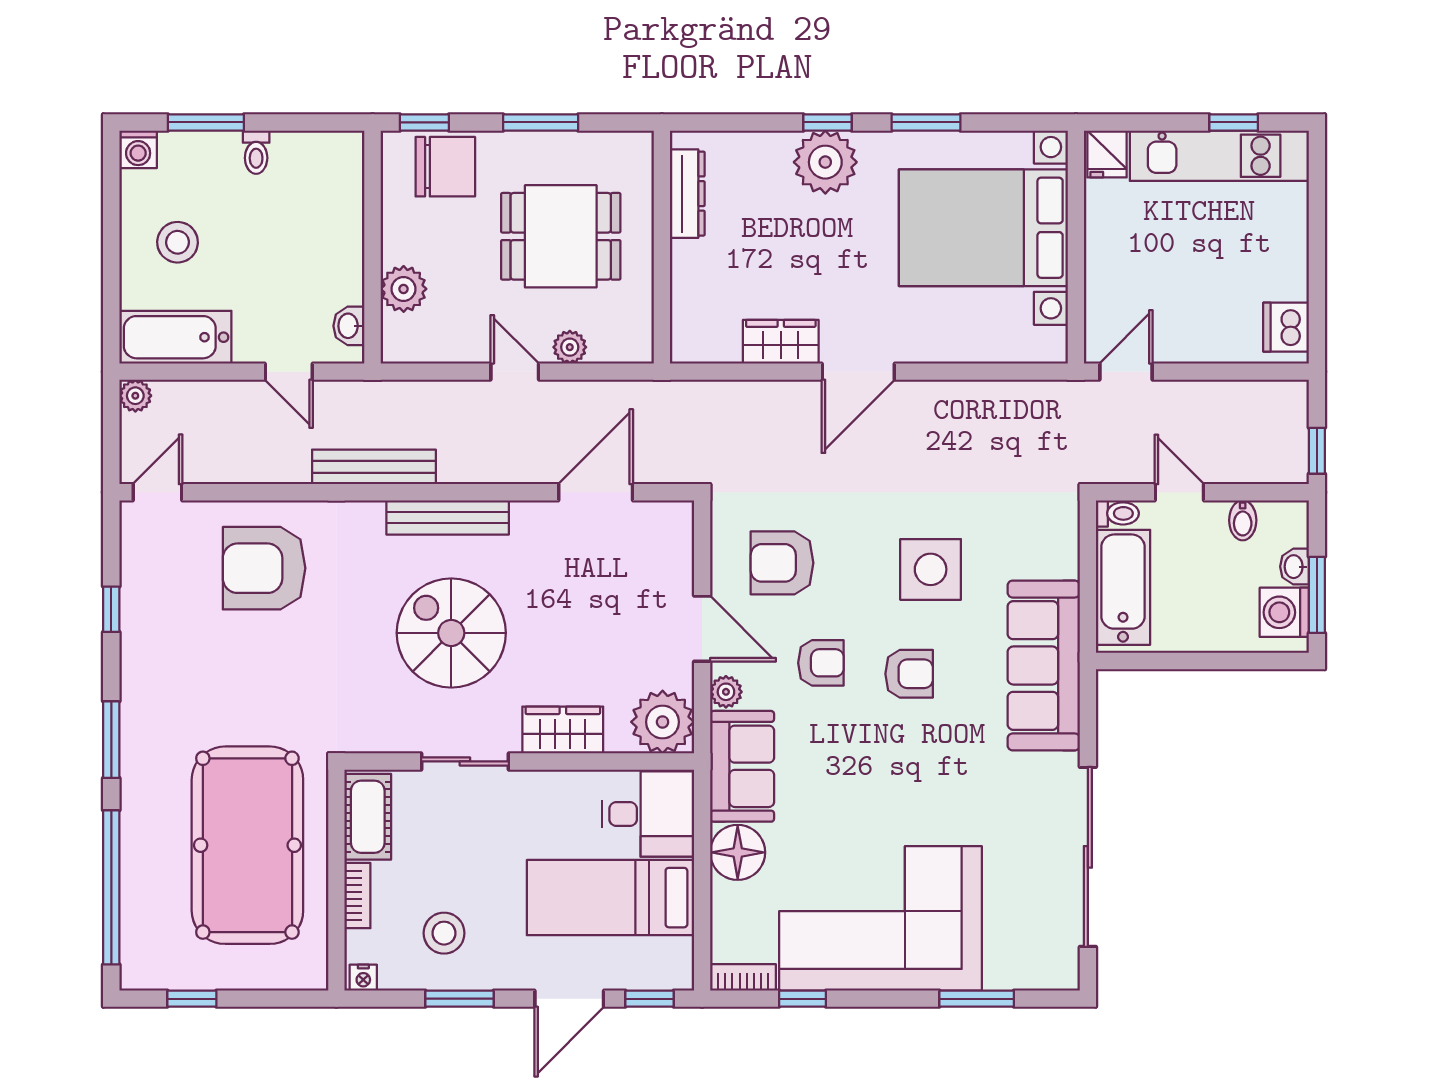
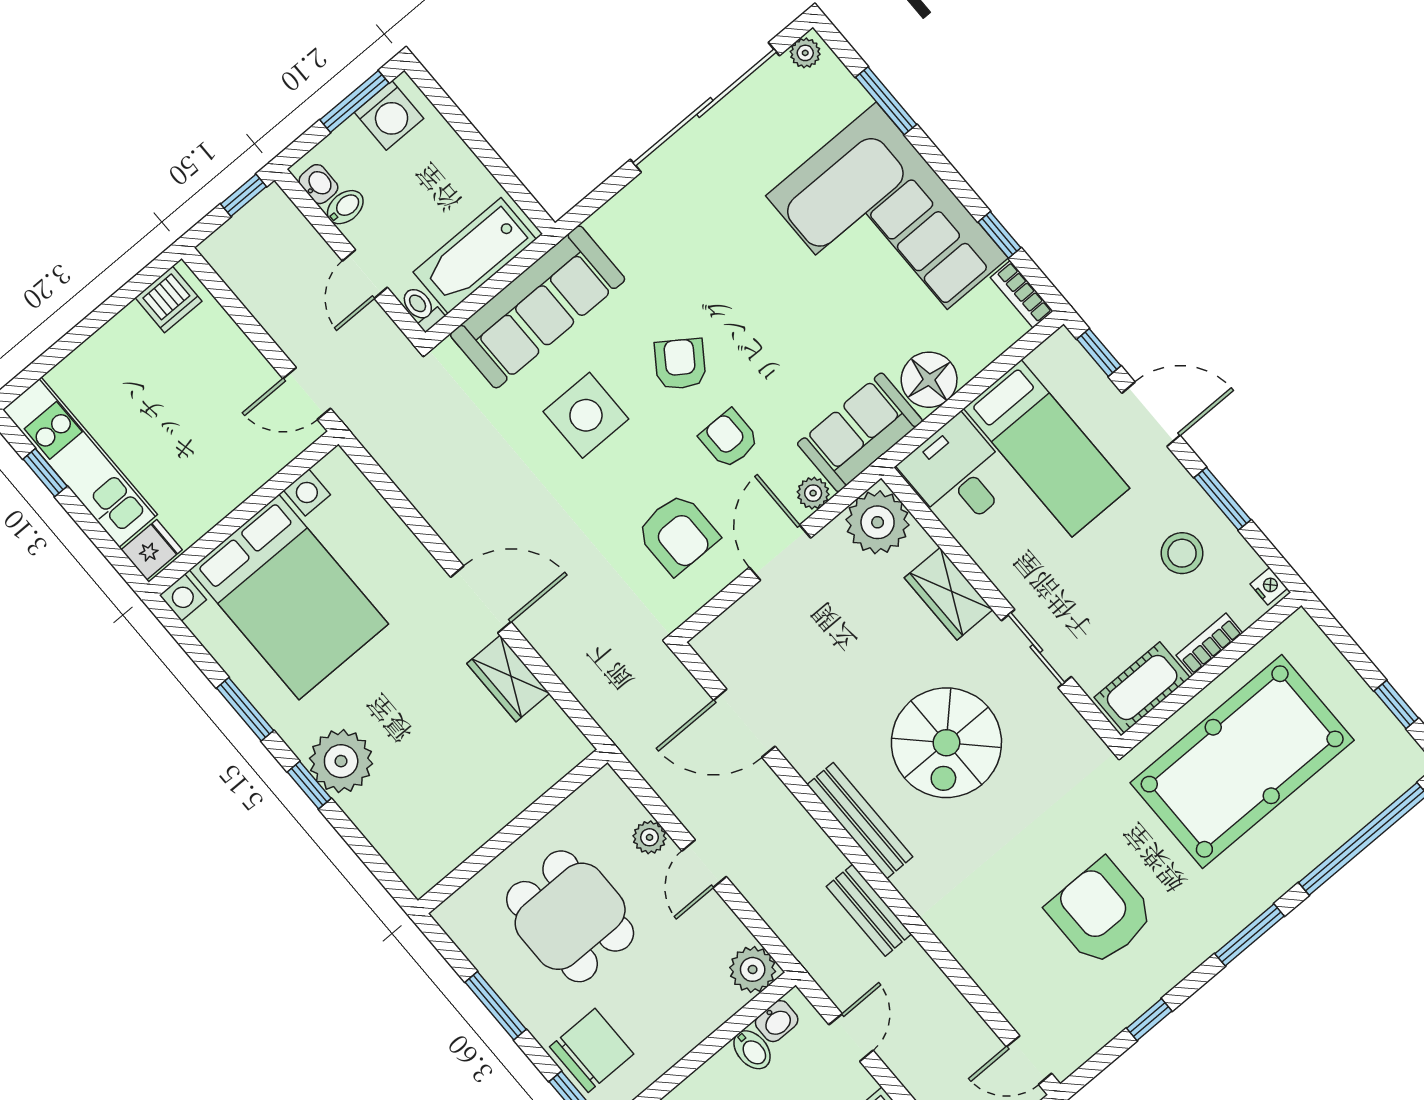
chair: (445, 167) -> (592, 1050), turned 90
dresser: (687, 194) -> (455, 847), removed
bidet: (343, 289) -> (752, 1050), added
plant: (404, 289) -> (753, 969), moved
bench: (374, 467) -> (869, 910), width x0.73
washbasin: (1294, 567) -> (318, 184), moved, turned -90
armchair: (264, 568) -> (1101, 913), moved, turned 180
sofa: (1044, 665) -> (538, 307), moved
armchair: (909, 674) -> (680, 364), turned 35
plant: (1065, 968) -> (805, 53), added

